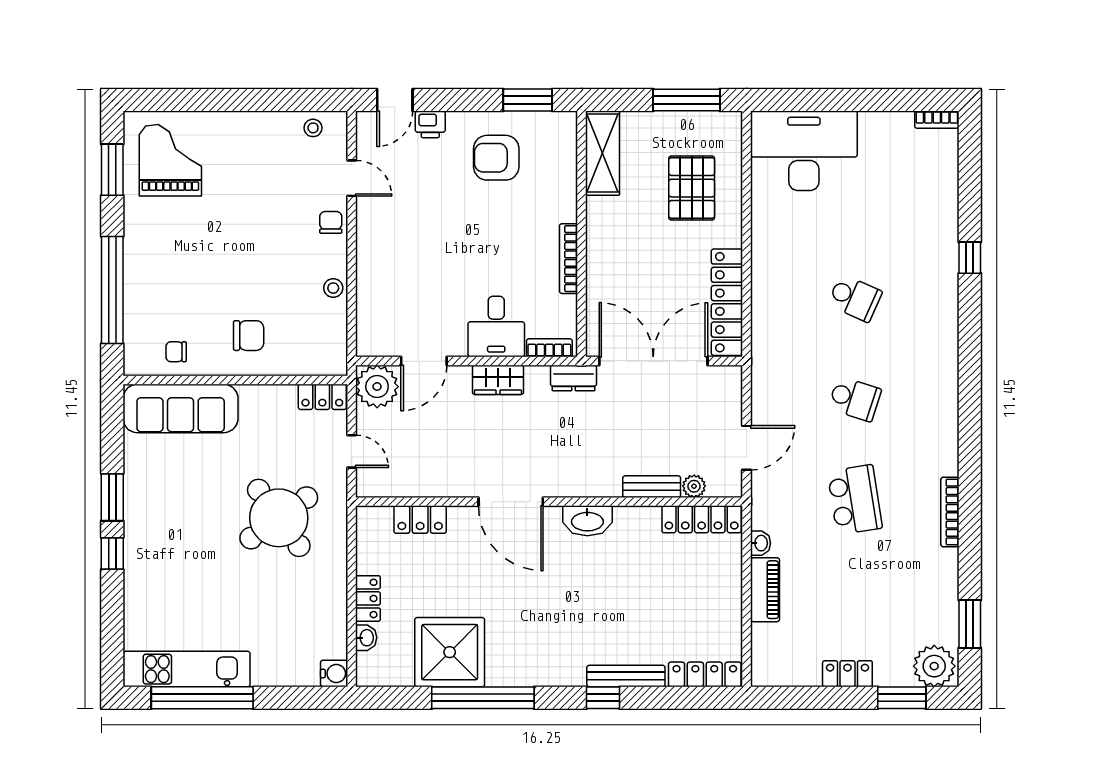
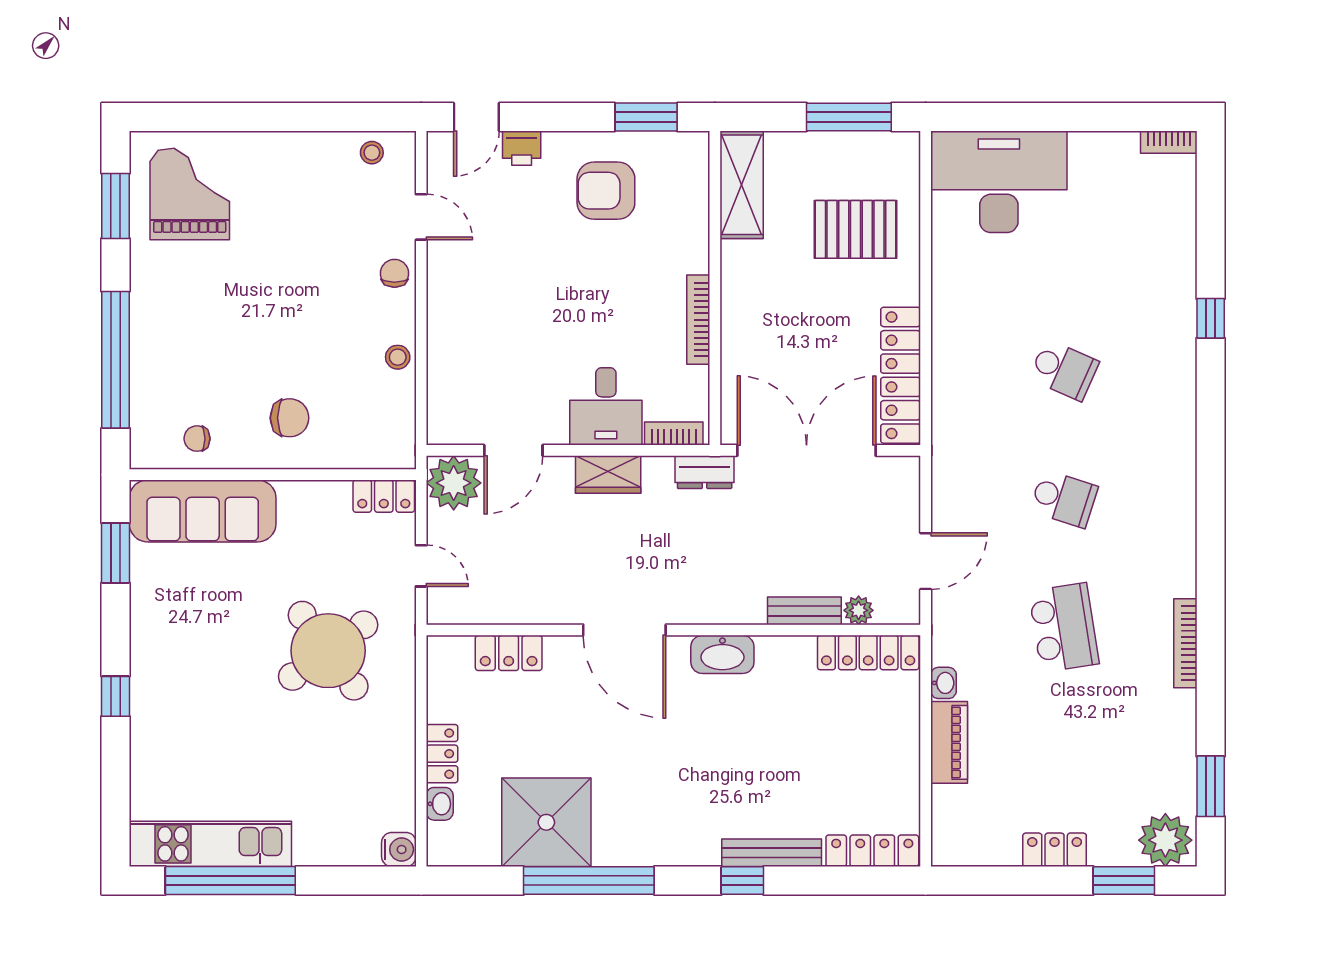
pallet: (692, 188) -> (856, 229), turned 90
window: (112, 497) -> (115, 553), moved

